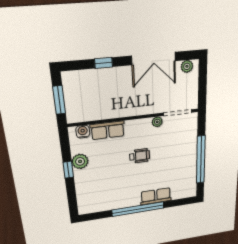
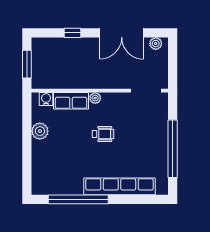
plant: (157, 122) -> (95, 98), moved
window: (68, 170) -> (27, 139), removed
row of seats: (156, 196) -> (120, 186), width x2.02
window: (138, 209) -> (78, 199), moved

